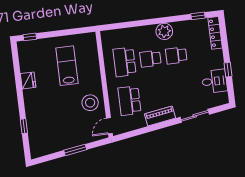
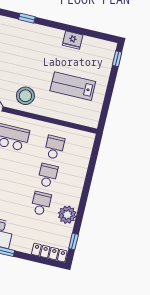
plant: (164, 31) -> (67, 215), moved
school desk: (125, 62) -> (54, 147), width x0.54
lab bench: (67, 66) -> (73, 86), turned 180

